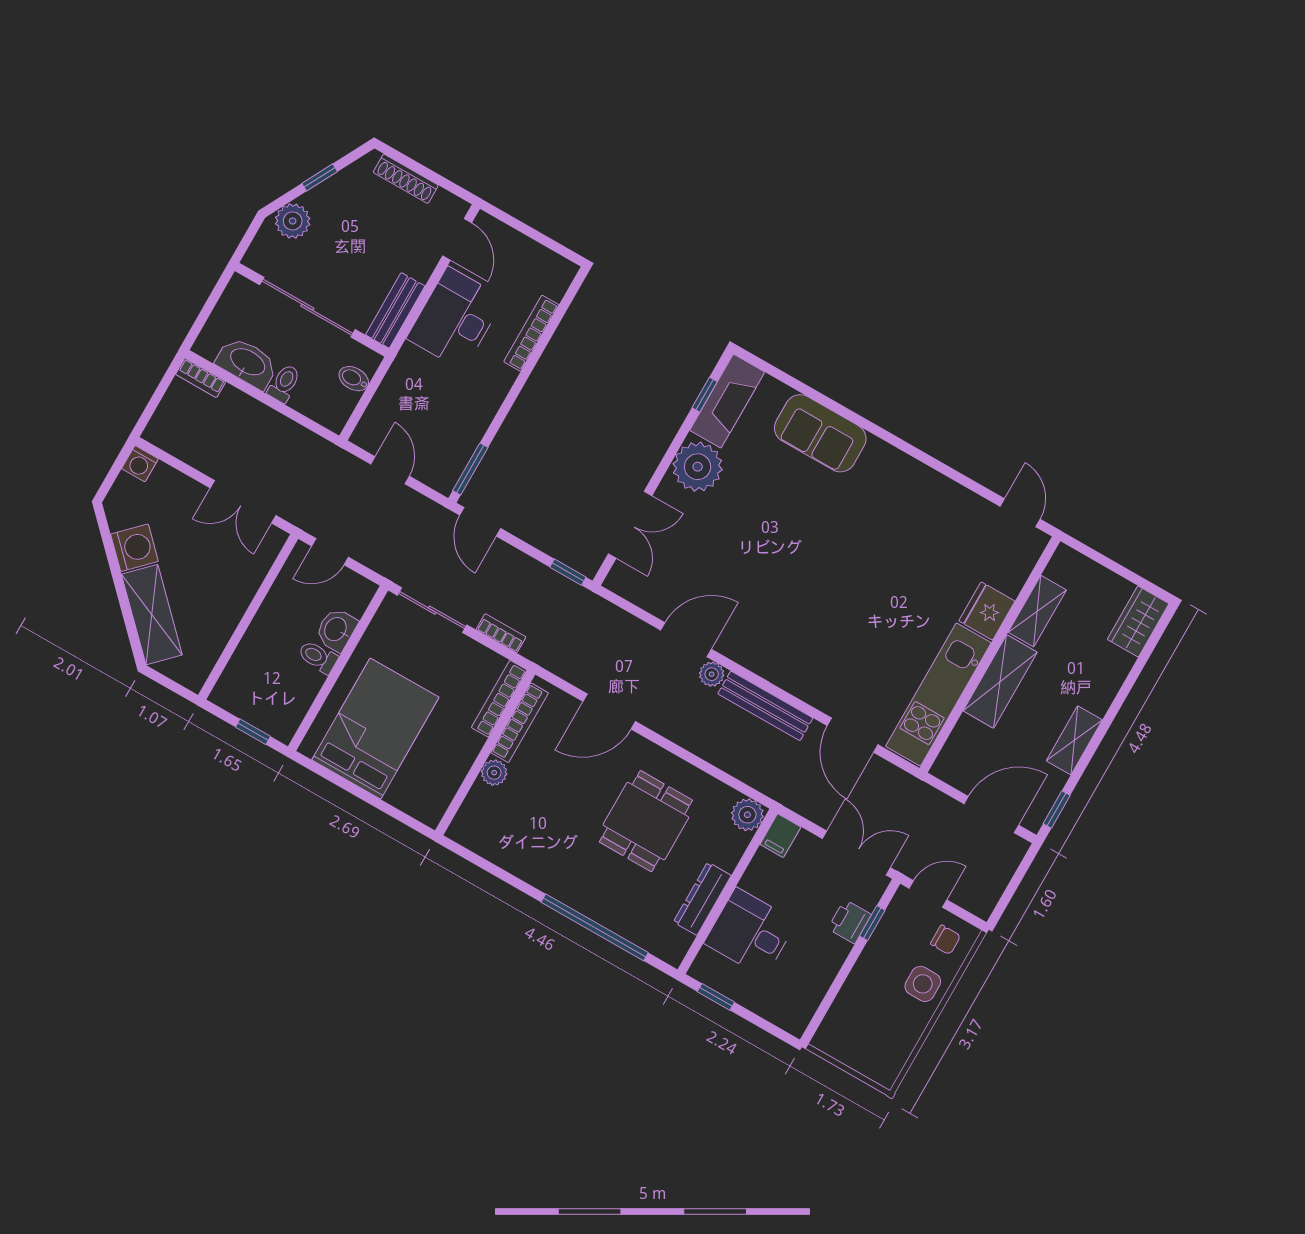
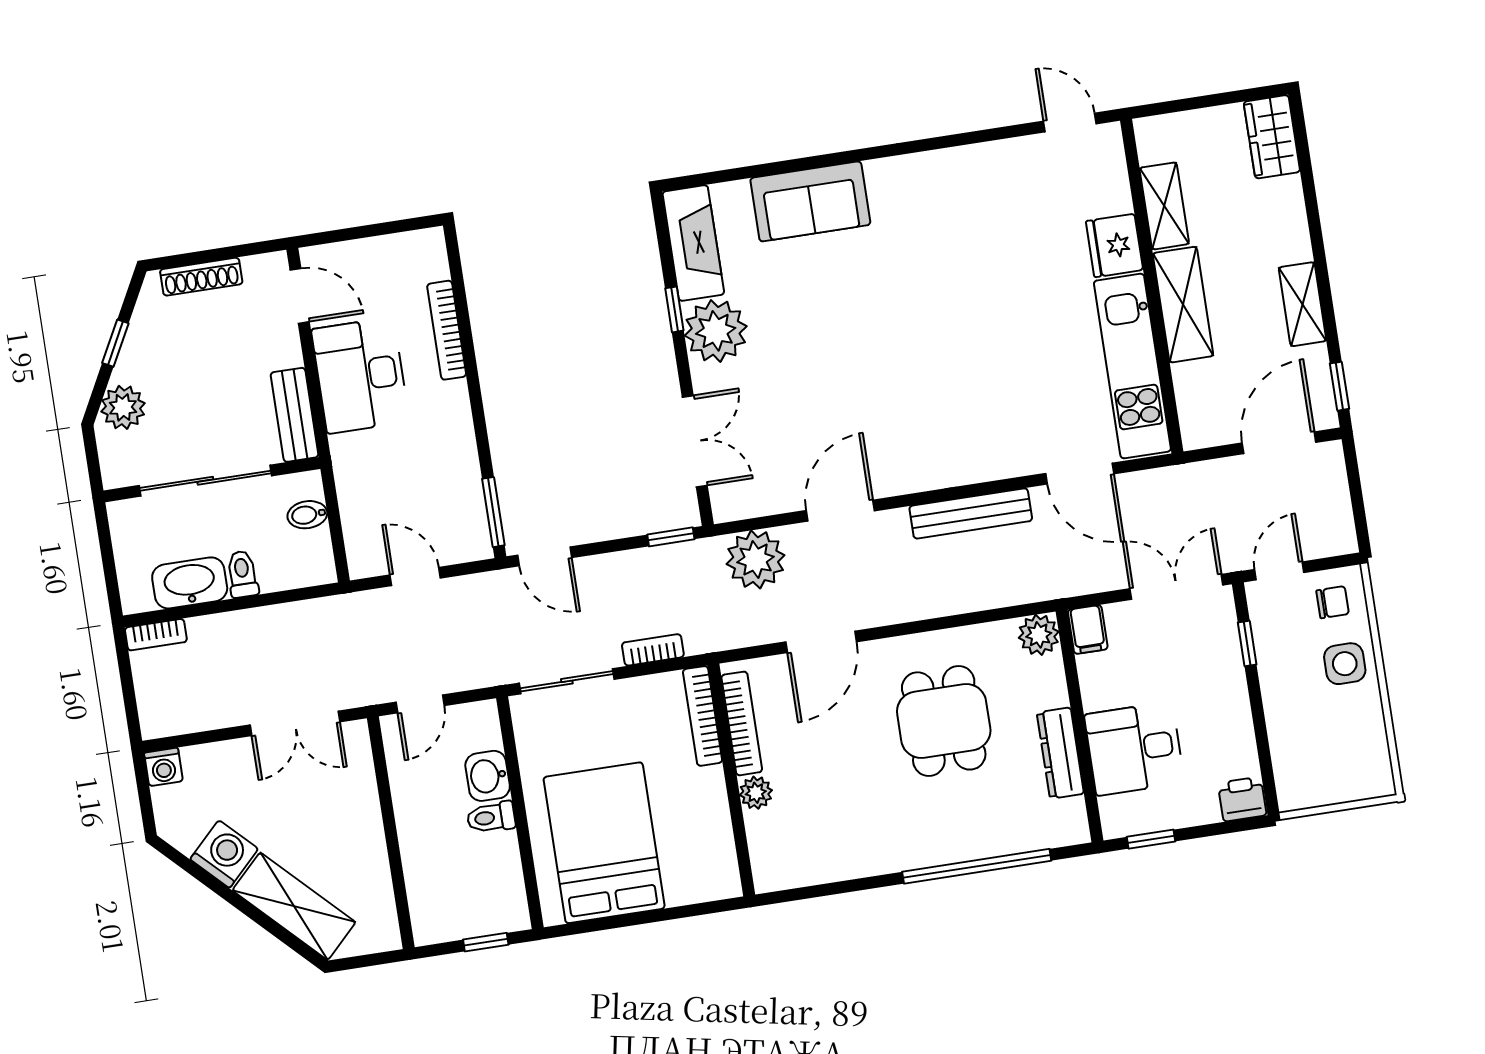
window: (705, 395) -> (674, 309), moved
plant: (712, 674) -> (756, 560), moved, width x1.88, depth x1.88
printer: (850, 922) -> (1242, 799), moved, turned 90

